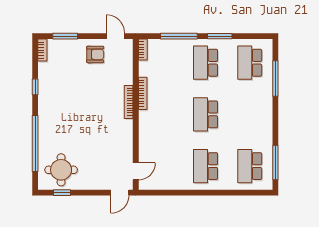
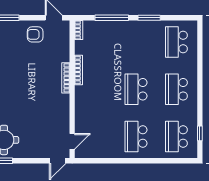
armchair: (95, 54) -> (35, 34), turned 180
school desk: (206, 63) -> (176, 89), moved
window: (275, 78) -> (200, 56), removed
window: (275, 163) -> (200, 133), width x0.46

